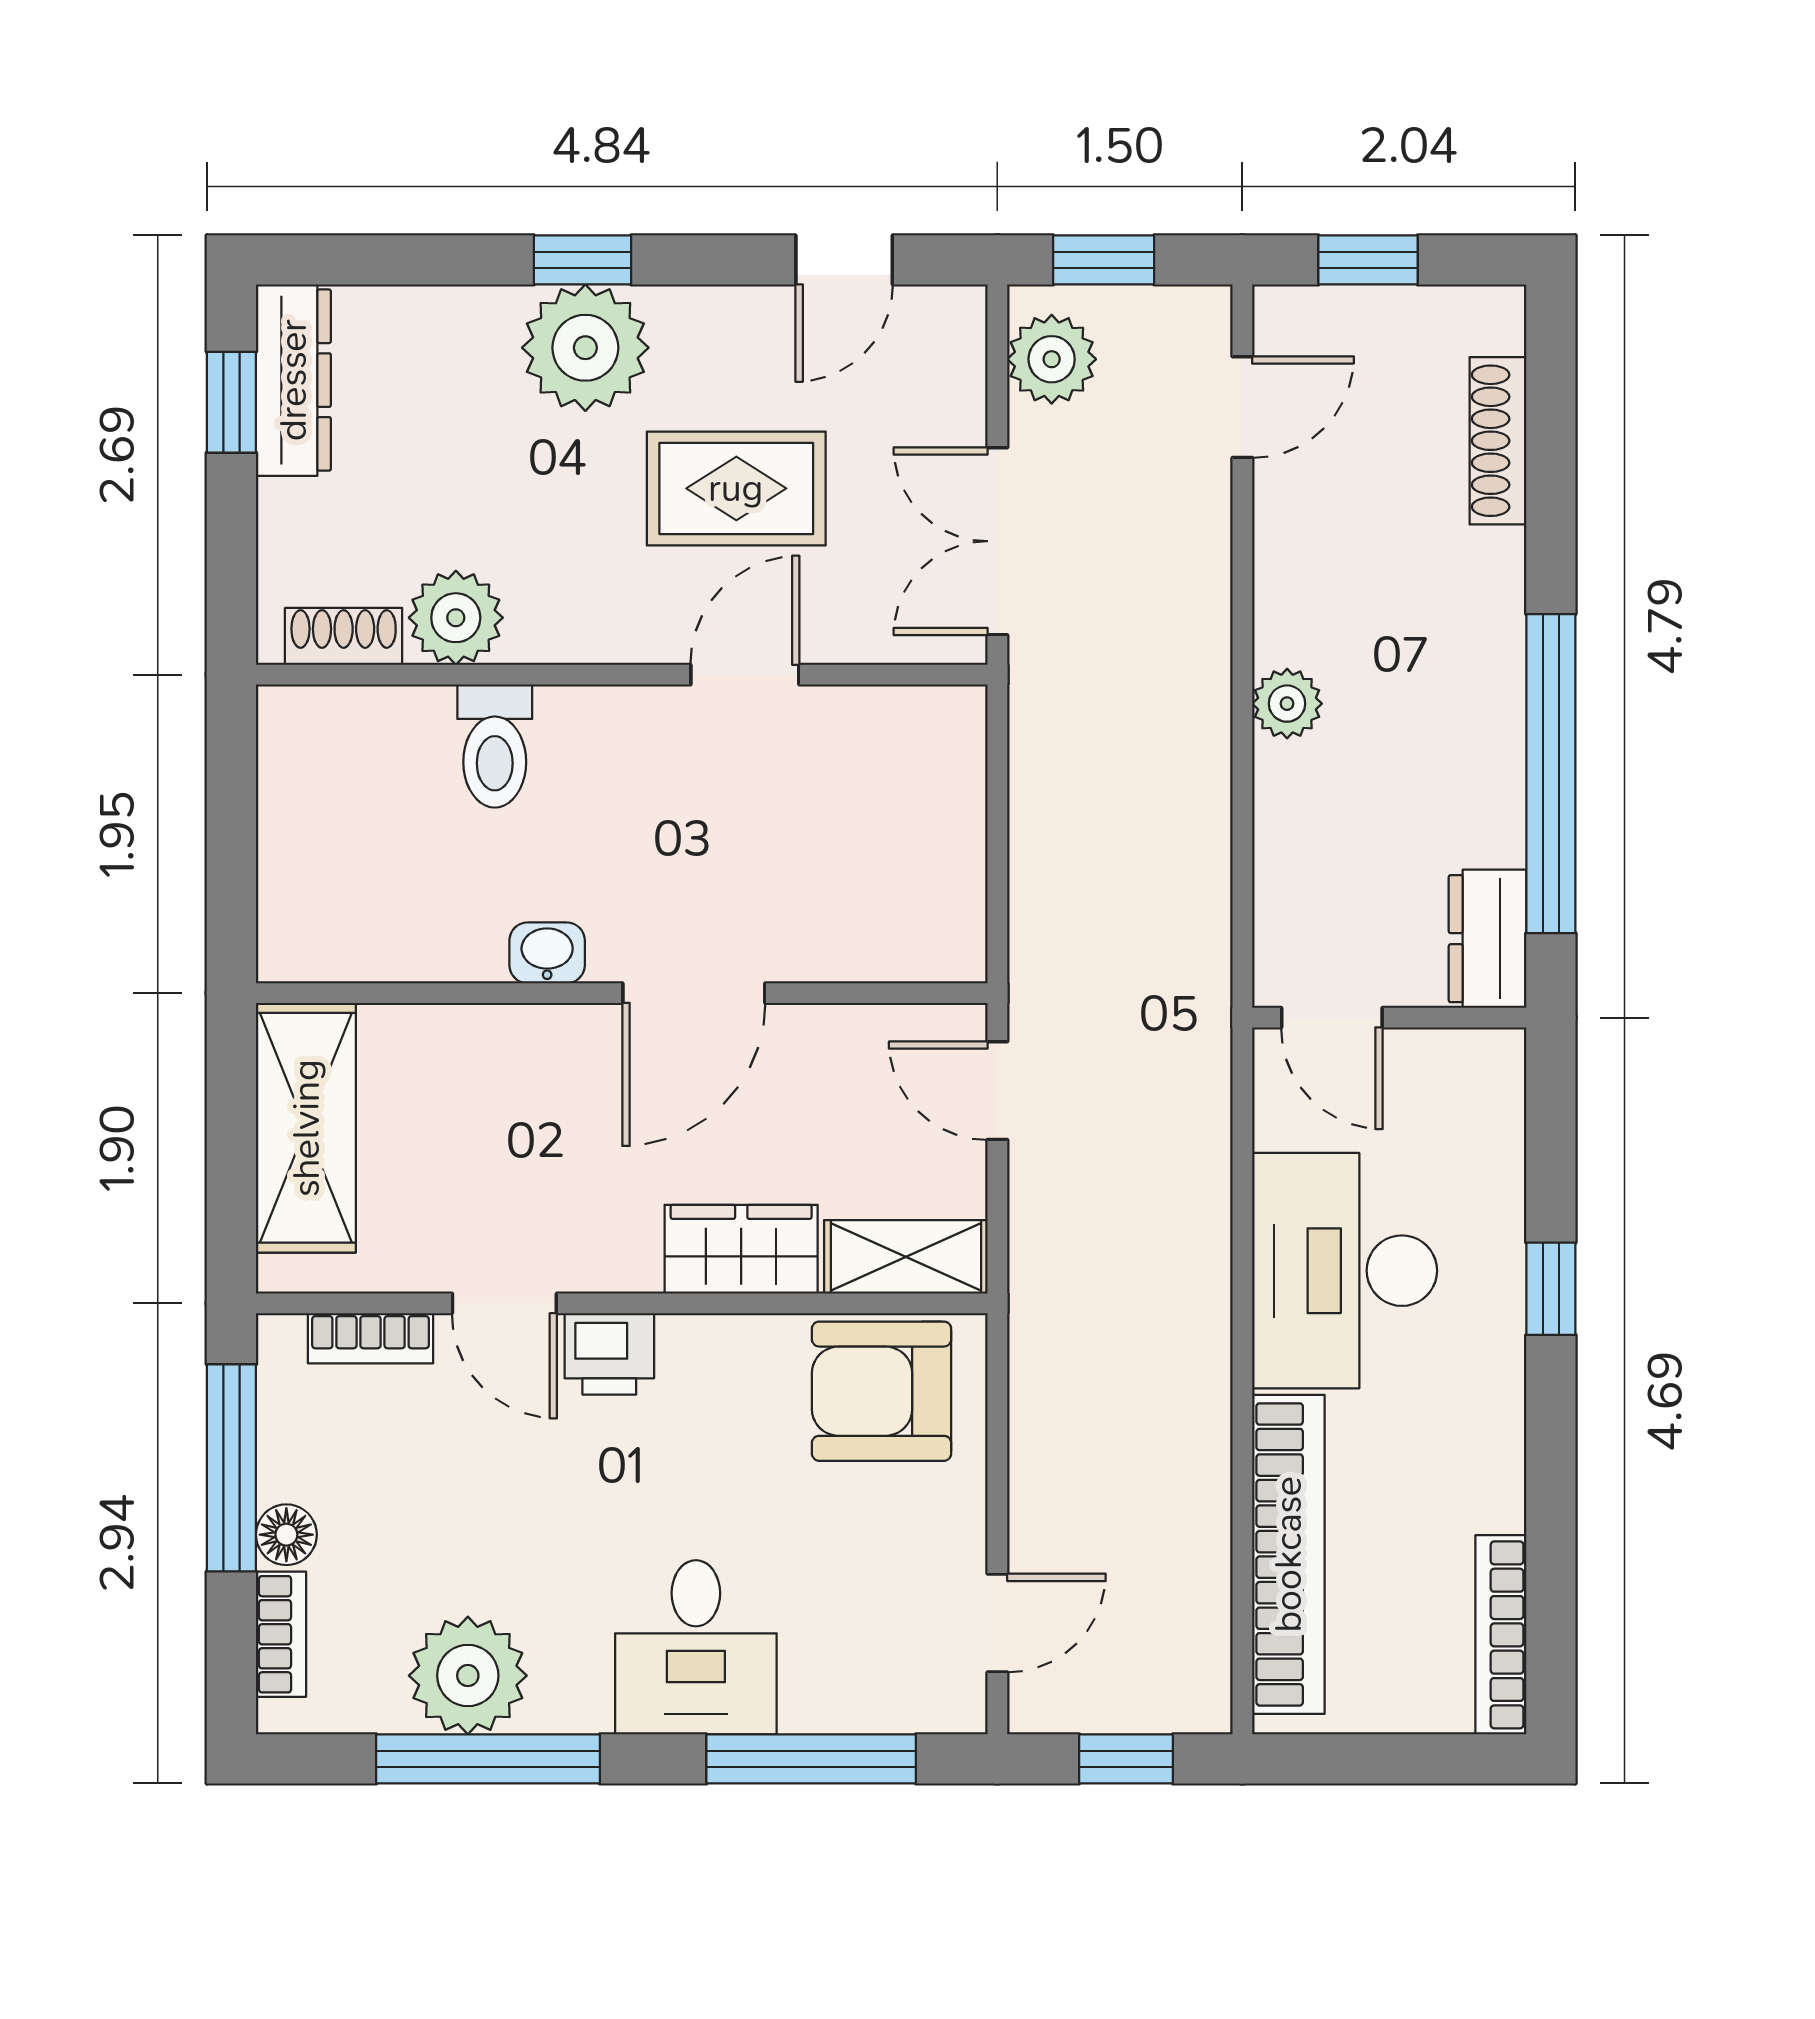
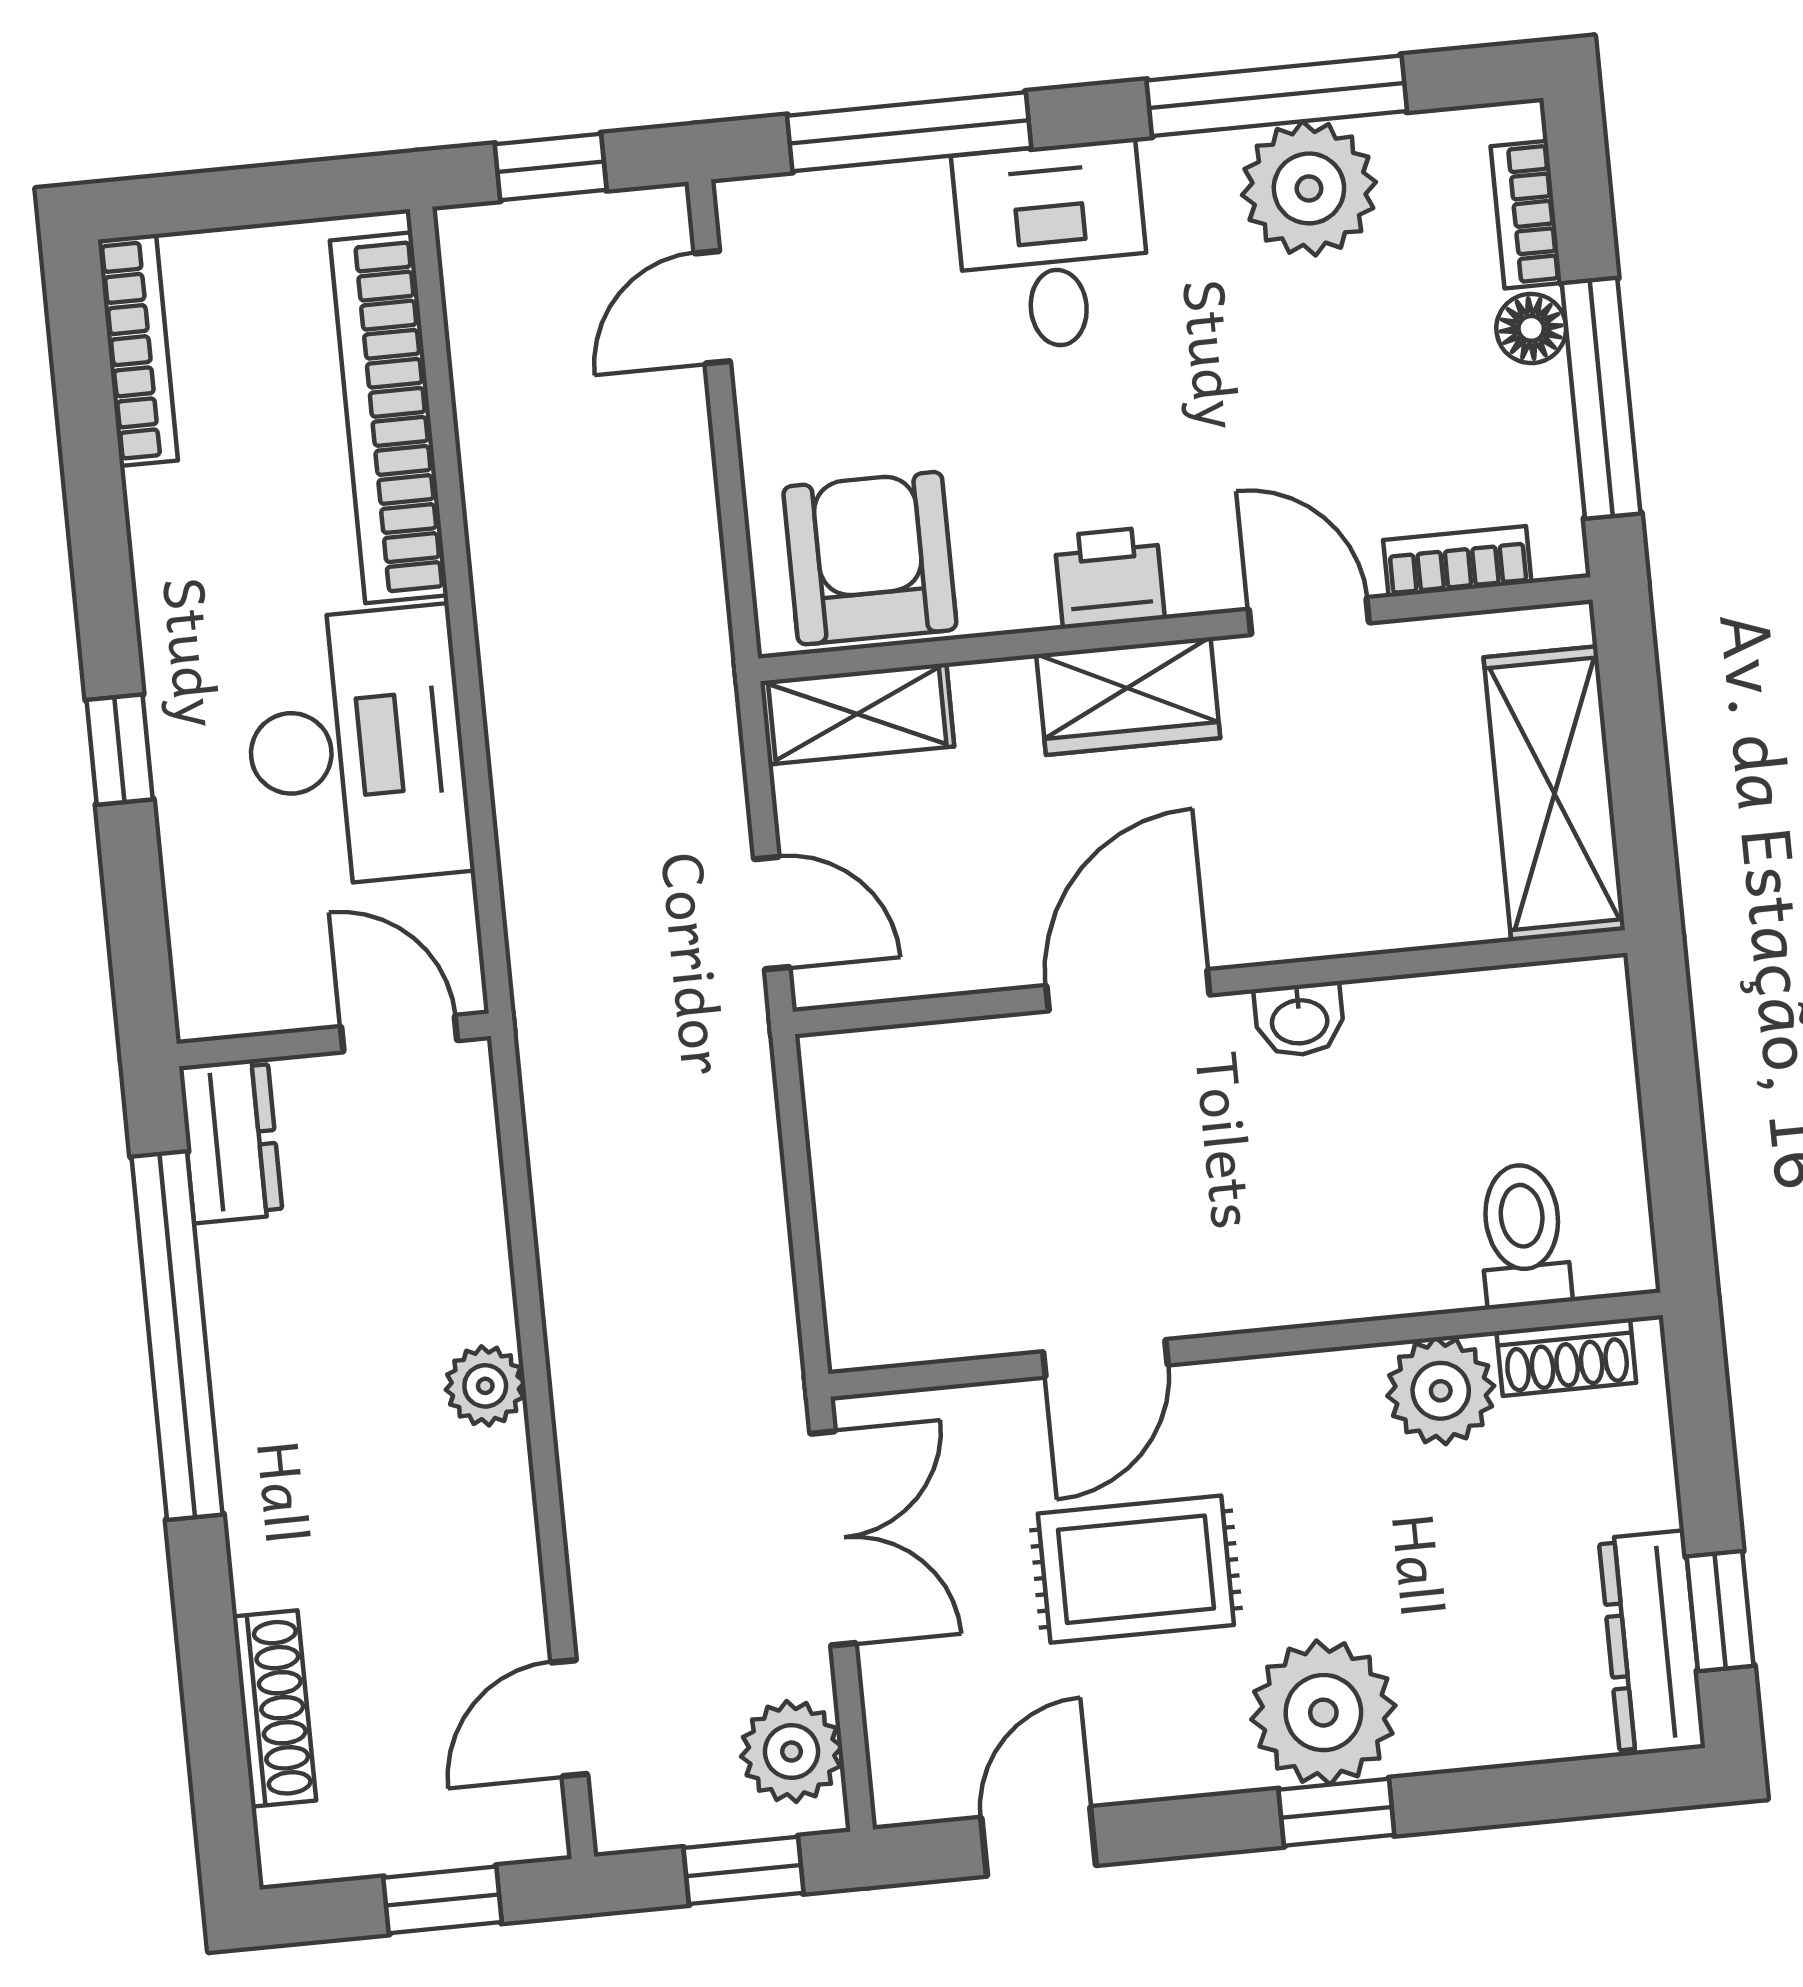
toilet: (495, 746) -> (1524, 1235), moved
wardrobe: (741, 1249) -> (1128, 696), moved
printer: (609, 1354) -> (1110, 578), moved
armchair: (882, 1391) -> (870, 558), turned -90

